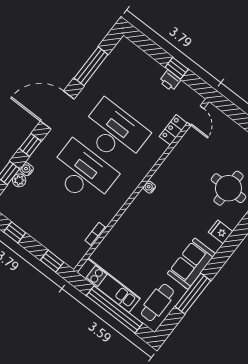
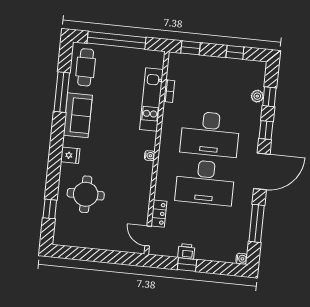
water cooler: (27, 169) -> (242, 259), moved
kitchen unit: (109, 285) -> (151, 99), moved, turned 90

